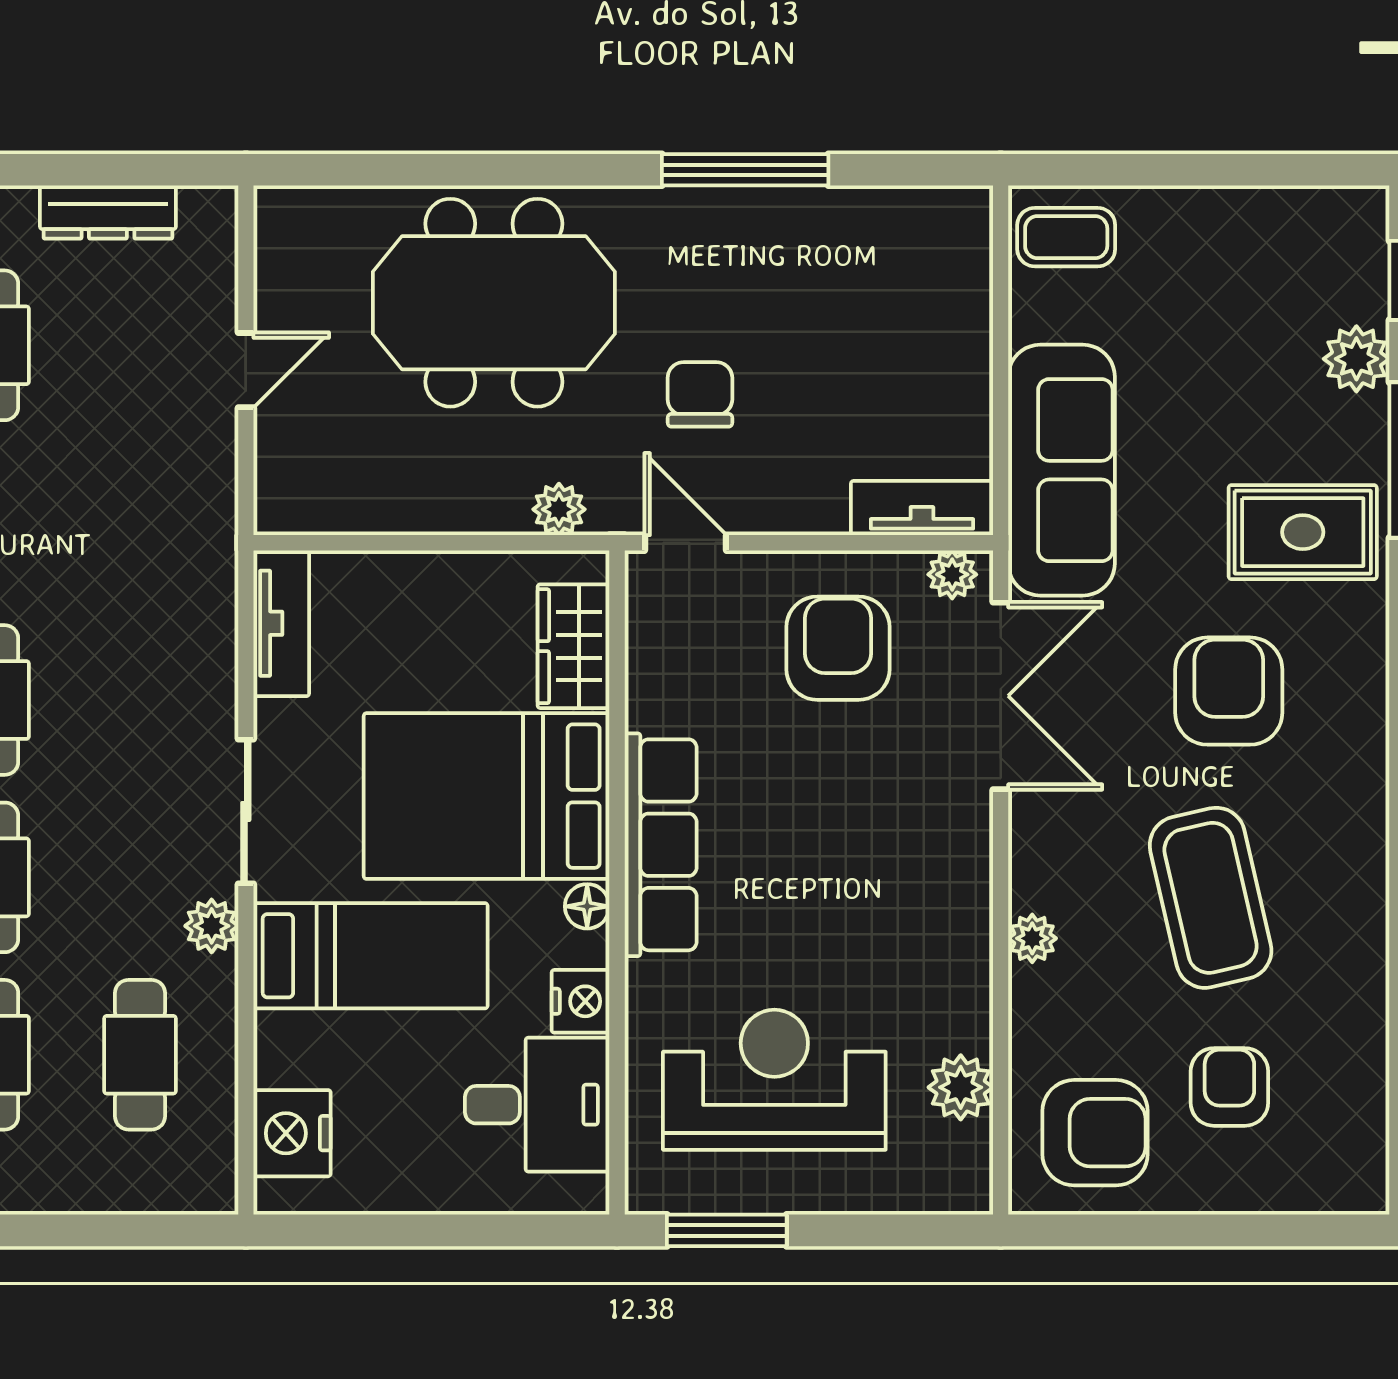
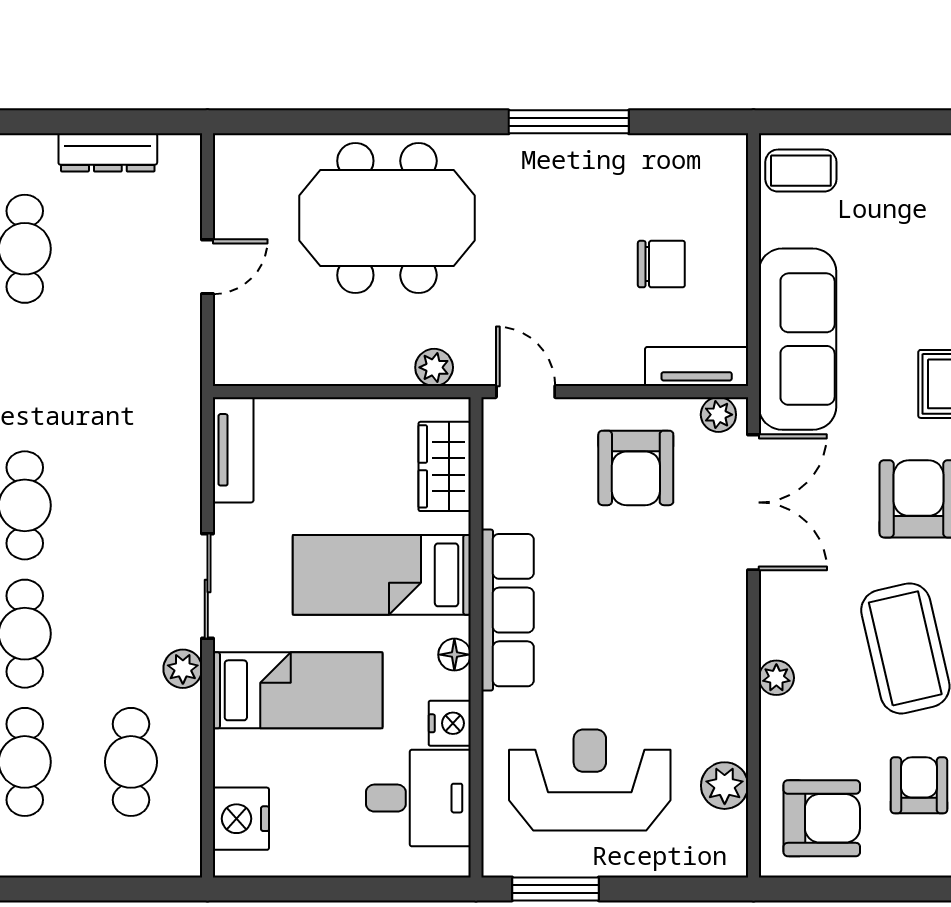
chair: (700, 394) -> (661, 264), moved, turned 90
armchair: (838, 648) -> (636, 468), turned 180
bed: (487, 796) -> (382, 575), width x0.67

